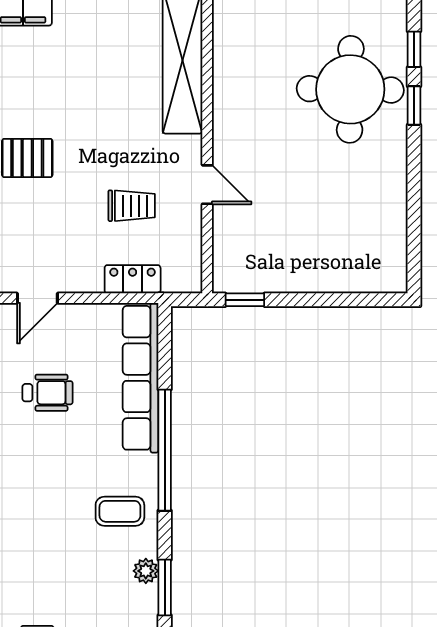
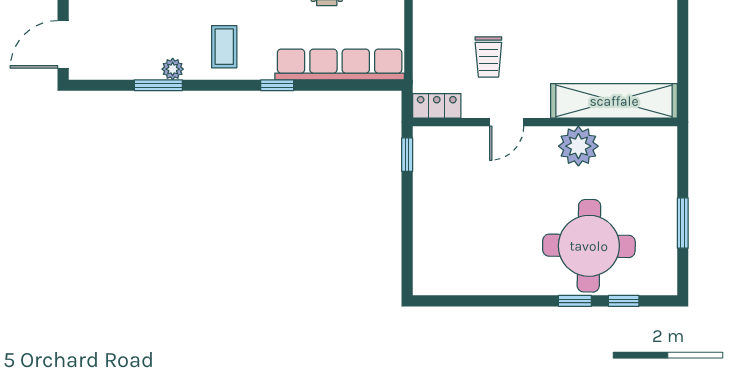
plant: (235, 102) -> (578, 146), added
locker: (133, 279) -> (437, 106), moved, turned -90
window: (165, 450) -> (277, 85), width x0.32

